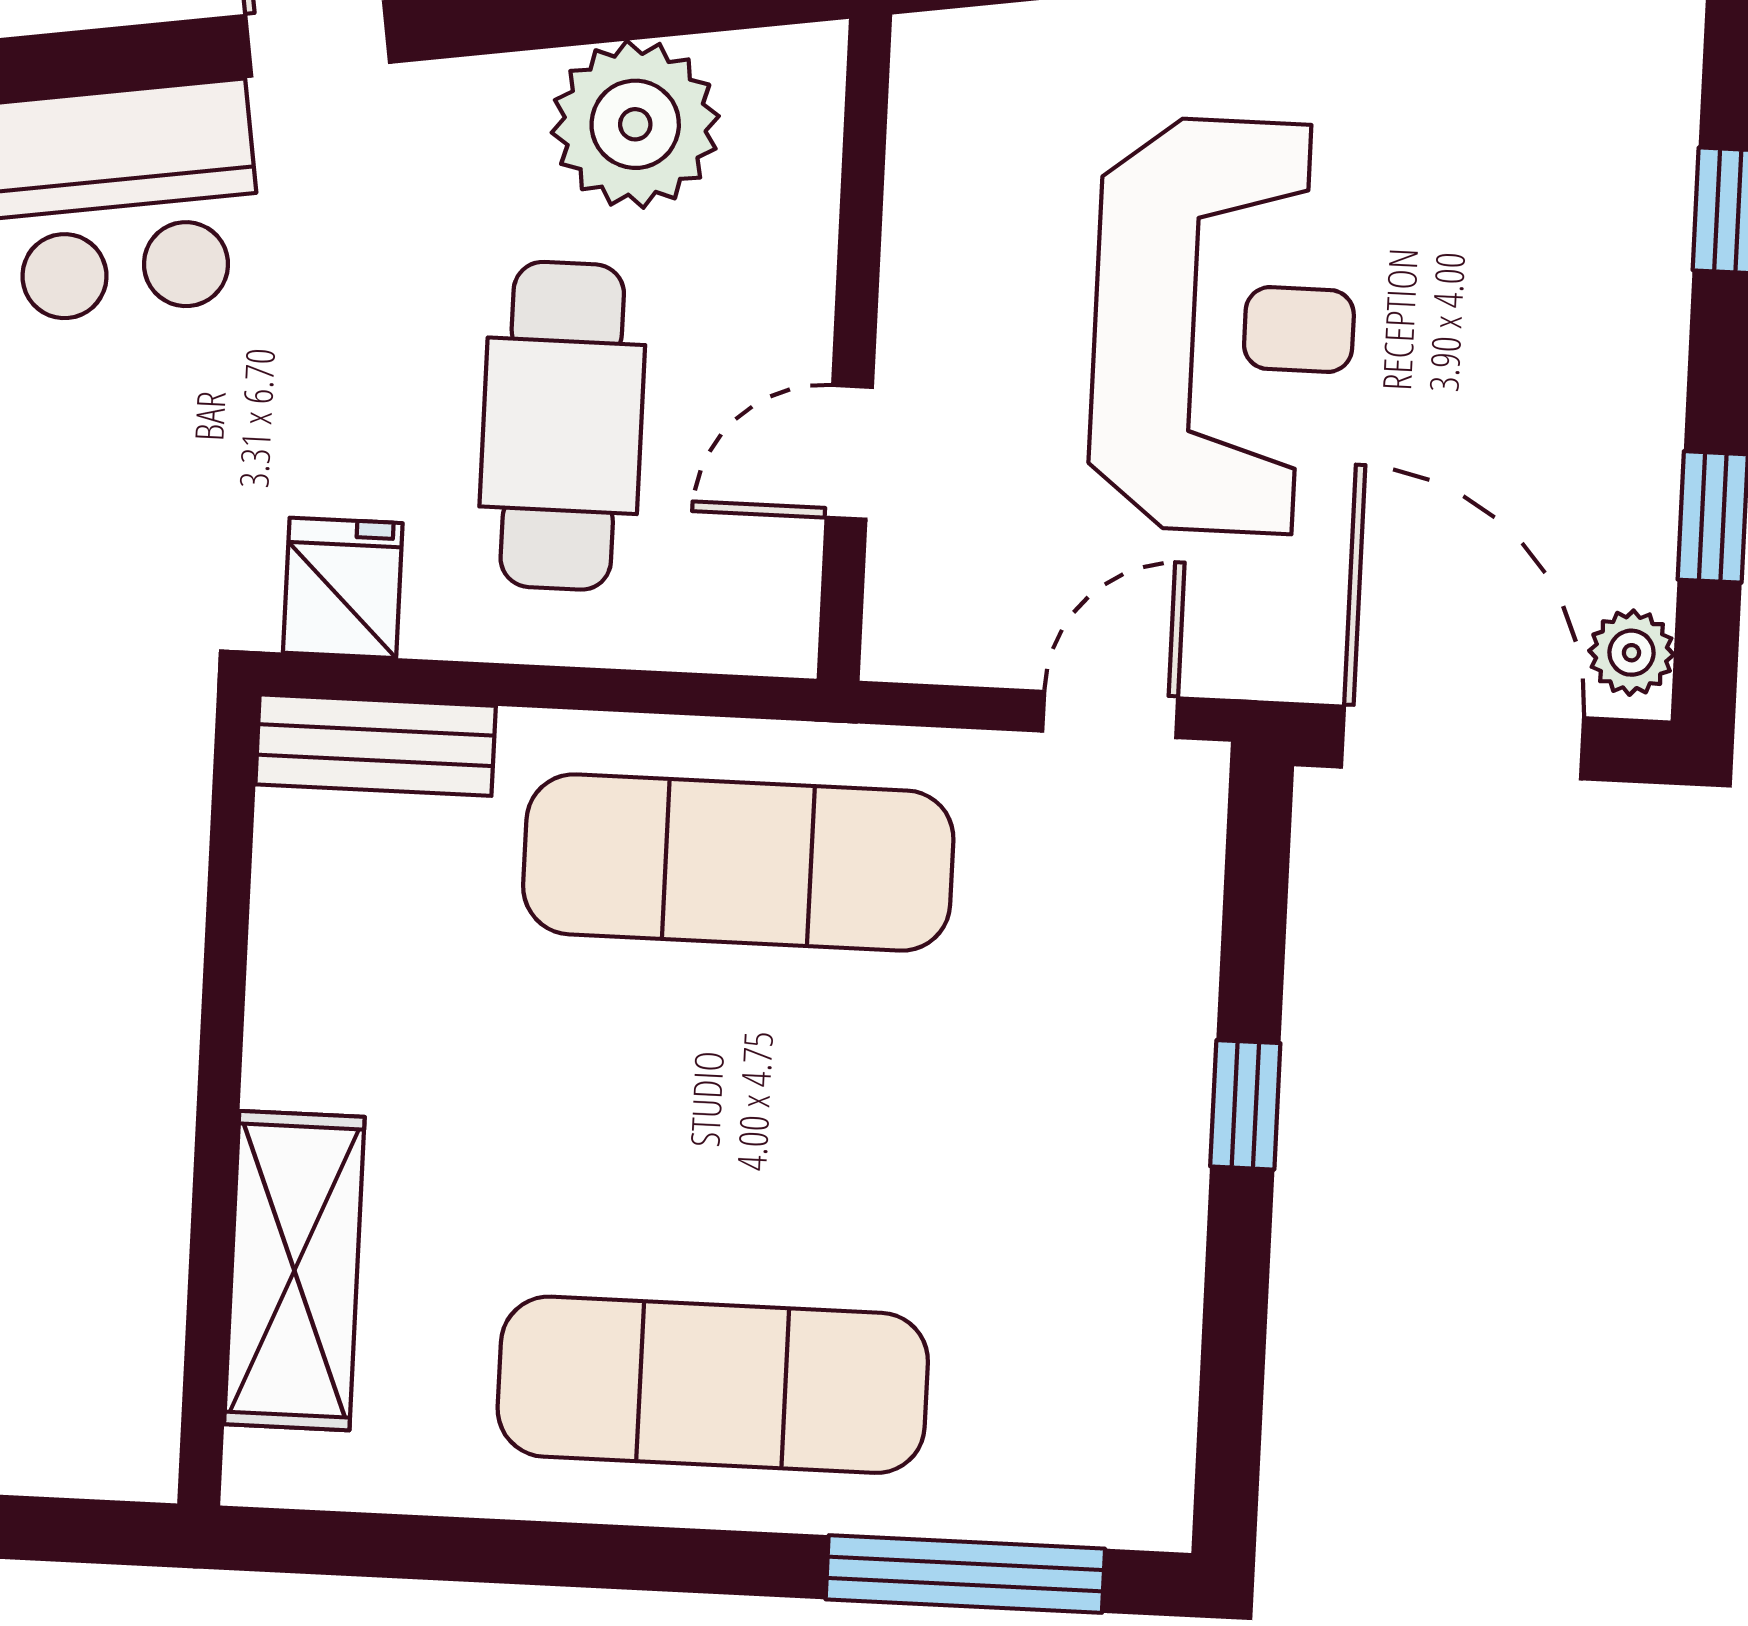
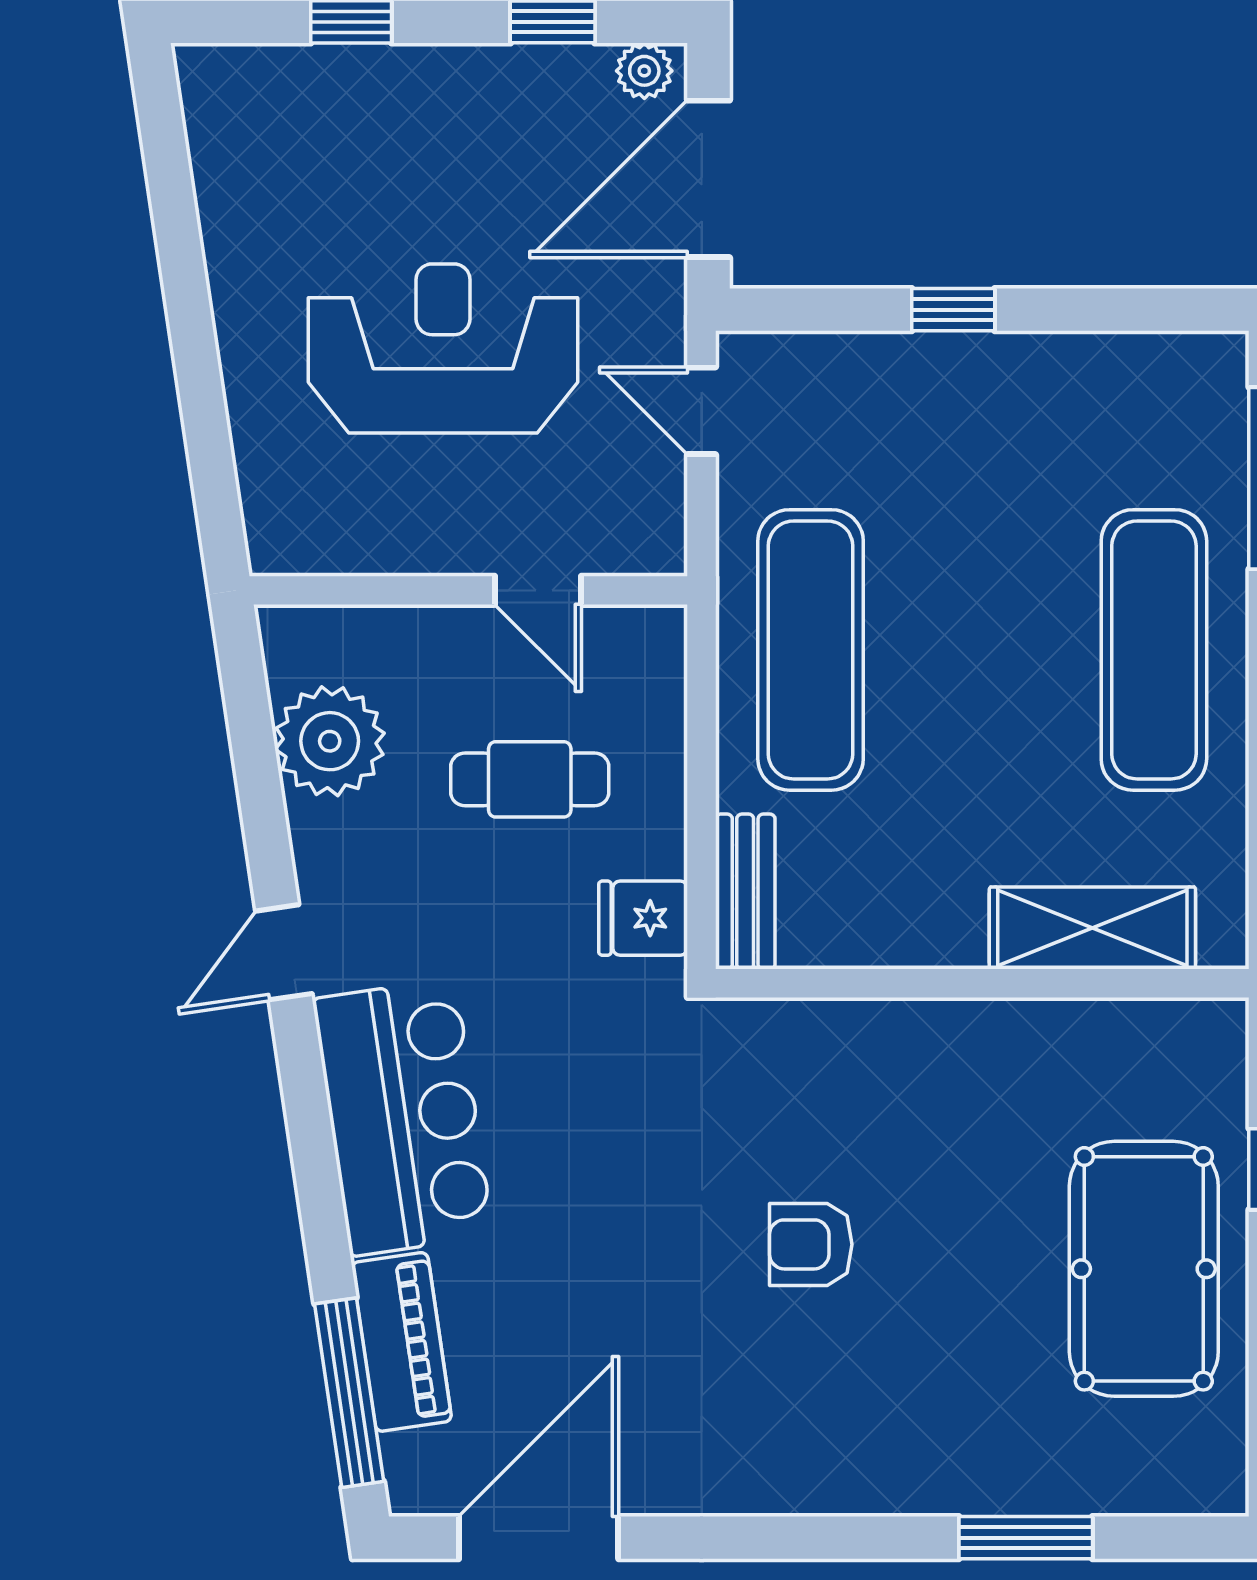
cafe table: (562, 426) -> (530, 779), width x0.73, depth x0.74

